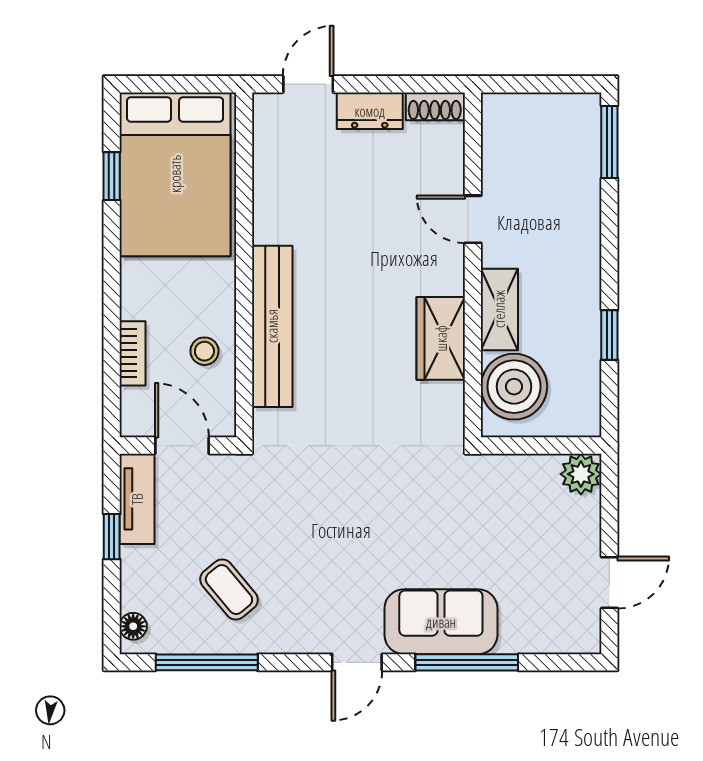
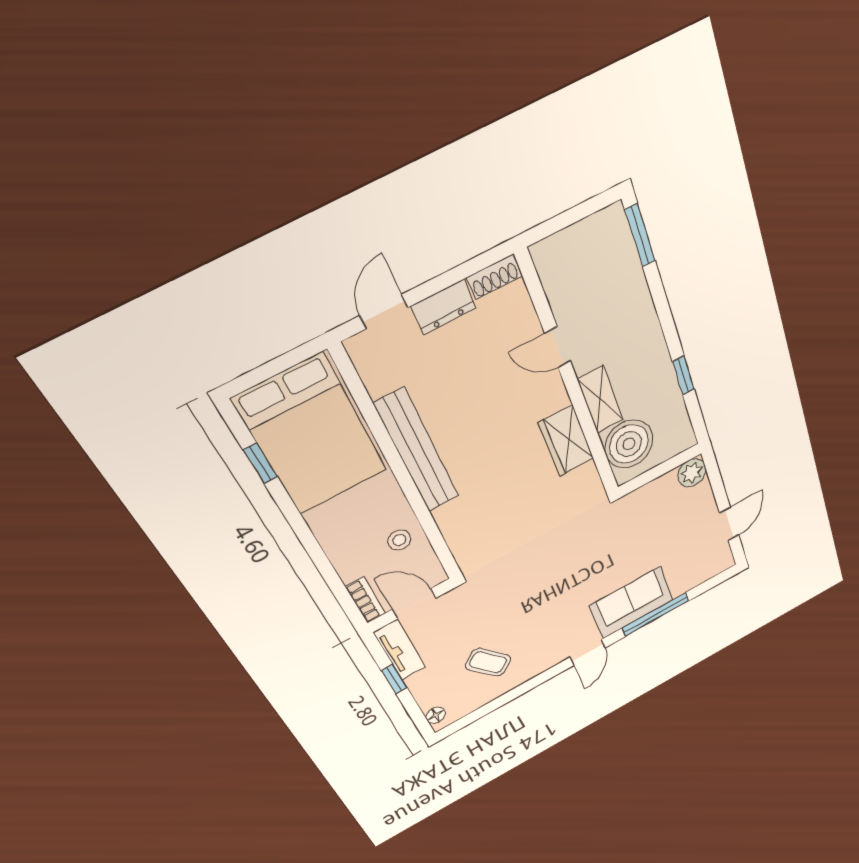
bench: (272, 326) -> (417, 451), moved
bookcase: (133, 353) -> (365, 600), moved
window: (207, 662) -> (493, 706), removed

